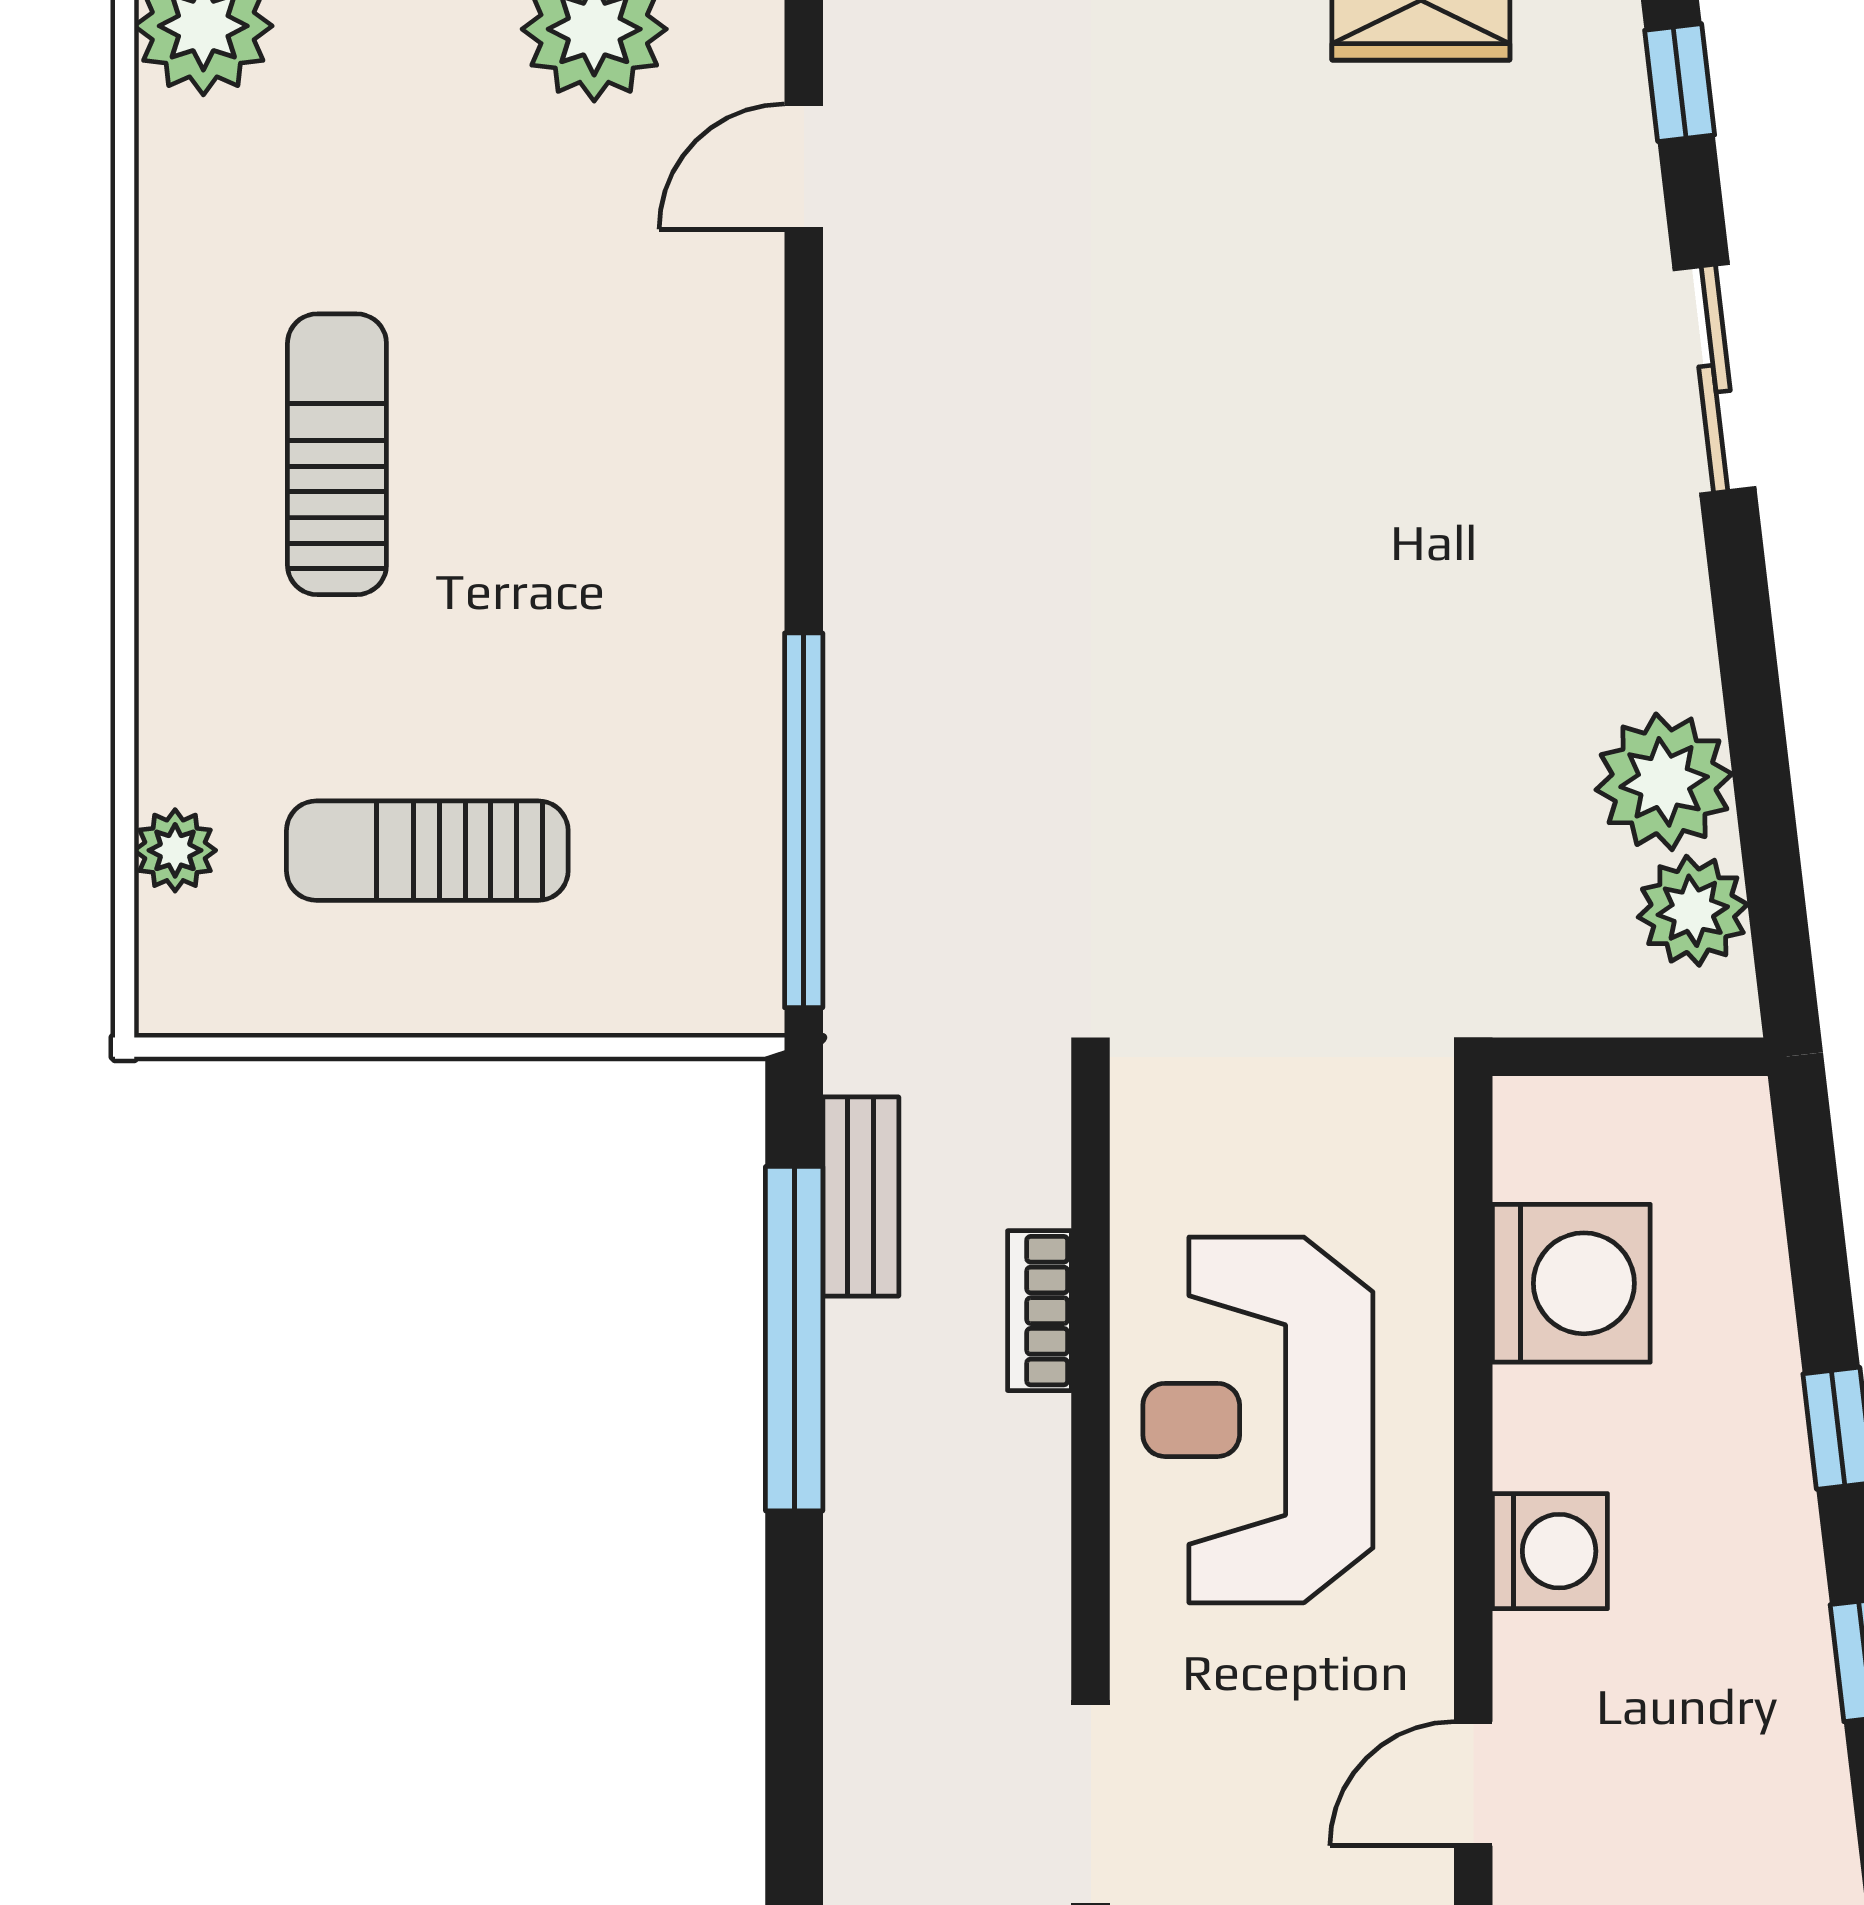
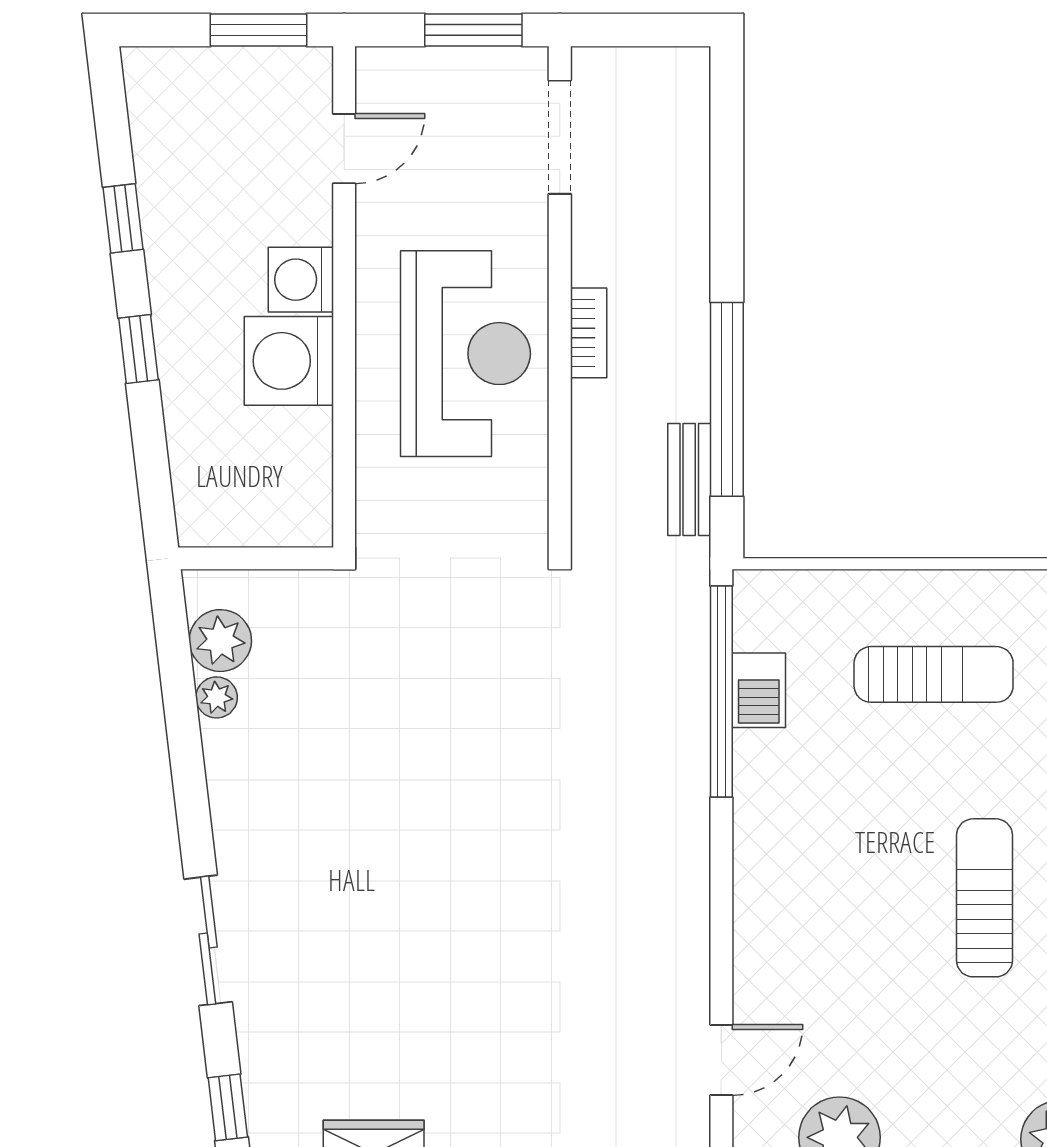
sun lounger: (337, 454) -> (984, 898), turned 180
plant: (1664, 782) -> (217, 697), width x0.53, depth x0.53
barbecue: (737, 823) -> (759, 690), added
washing machine: (1571, 1283) -> (289, 361), moved
bookcase: (1040, 1311) -> (589, 333), moved

